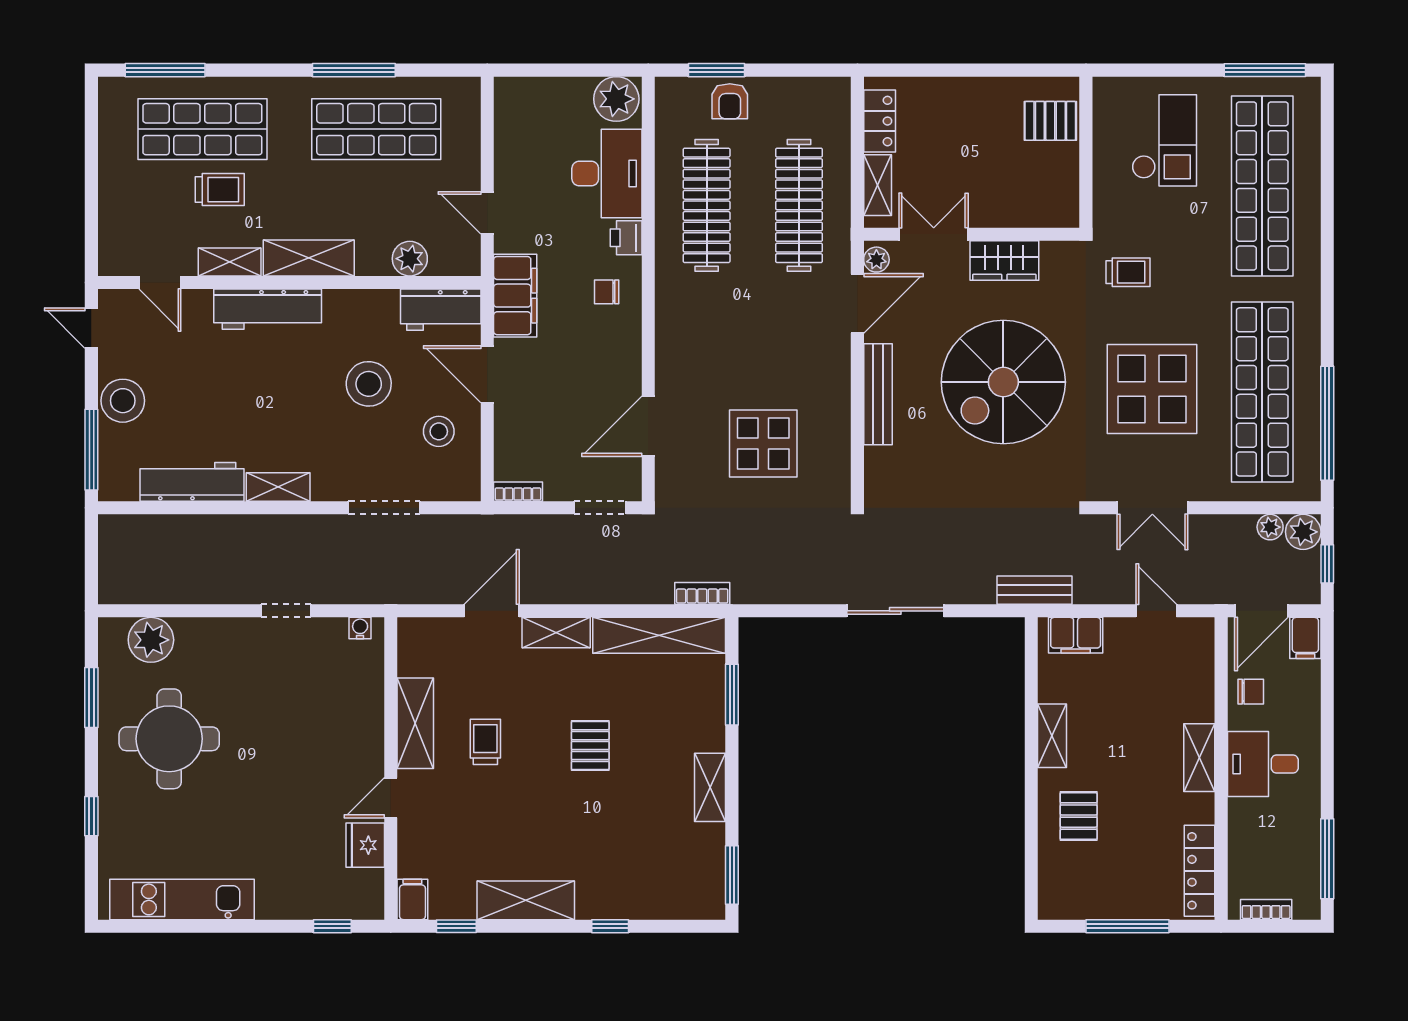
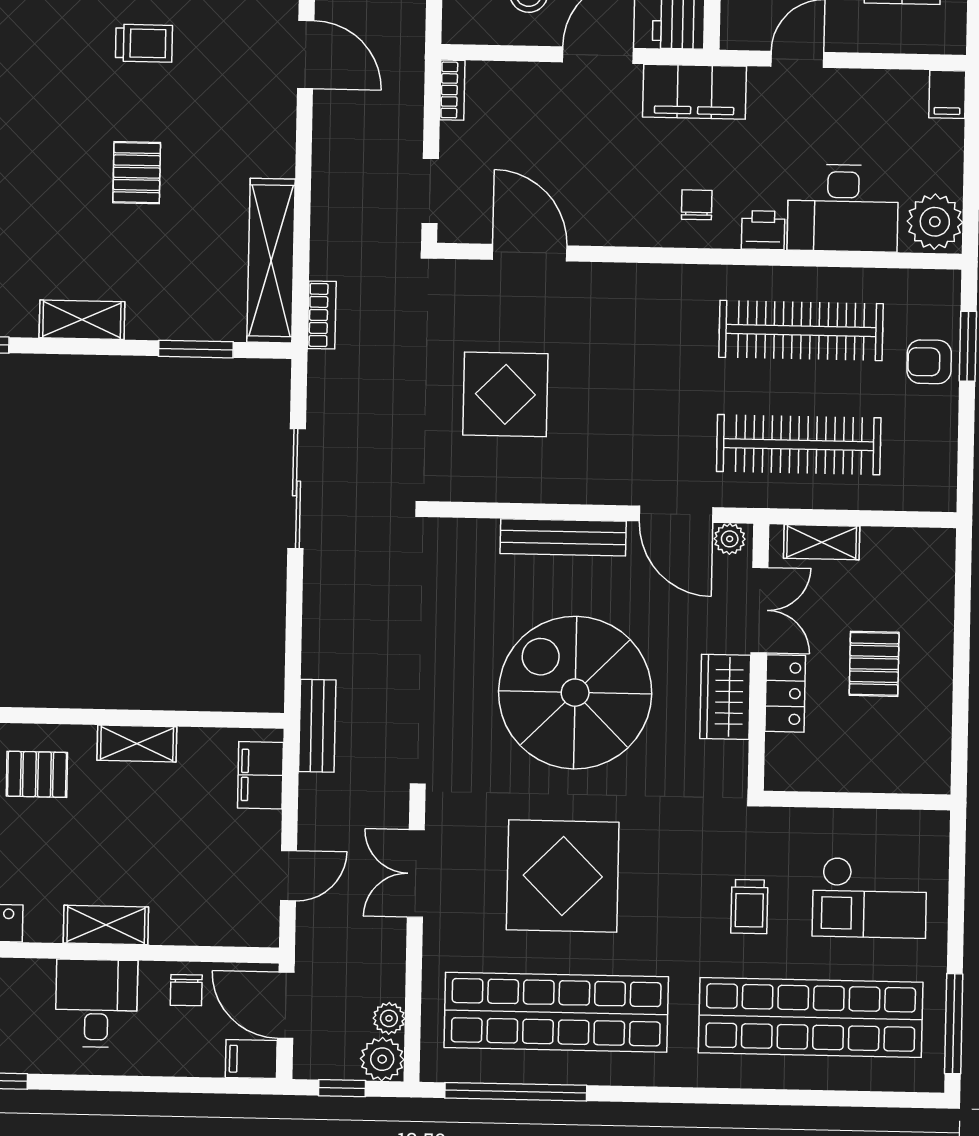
filing cabinet: (513, 91) -> (947, 94), added
locker: (880, 121) -> (785, 693), moved, turned -90
pallet: (1050, 121) -> (874, 664), moved
trolley: (1128, 272) -> (749, 907), moved
sliding door: (895, 611) -> (297, 488), moved
shelving: (556, 633) -> (277, 134), removed
pallet: (590, 746) -> (137, 173), turned 90

